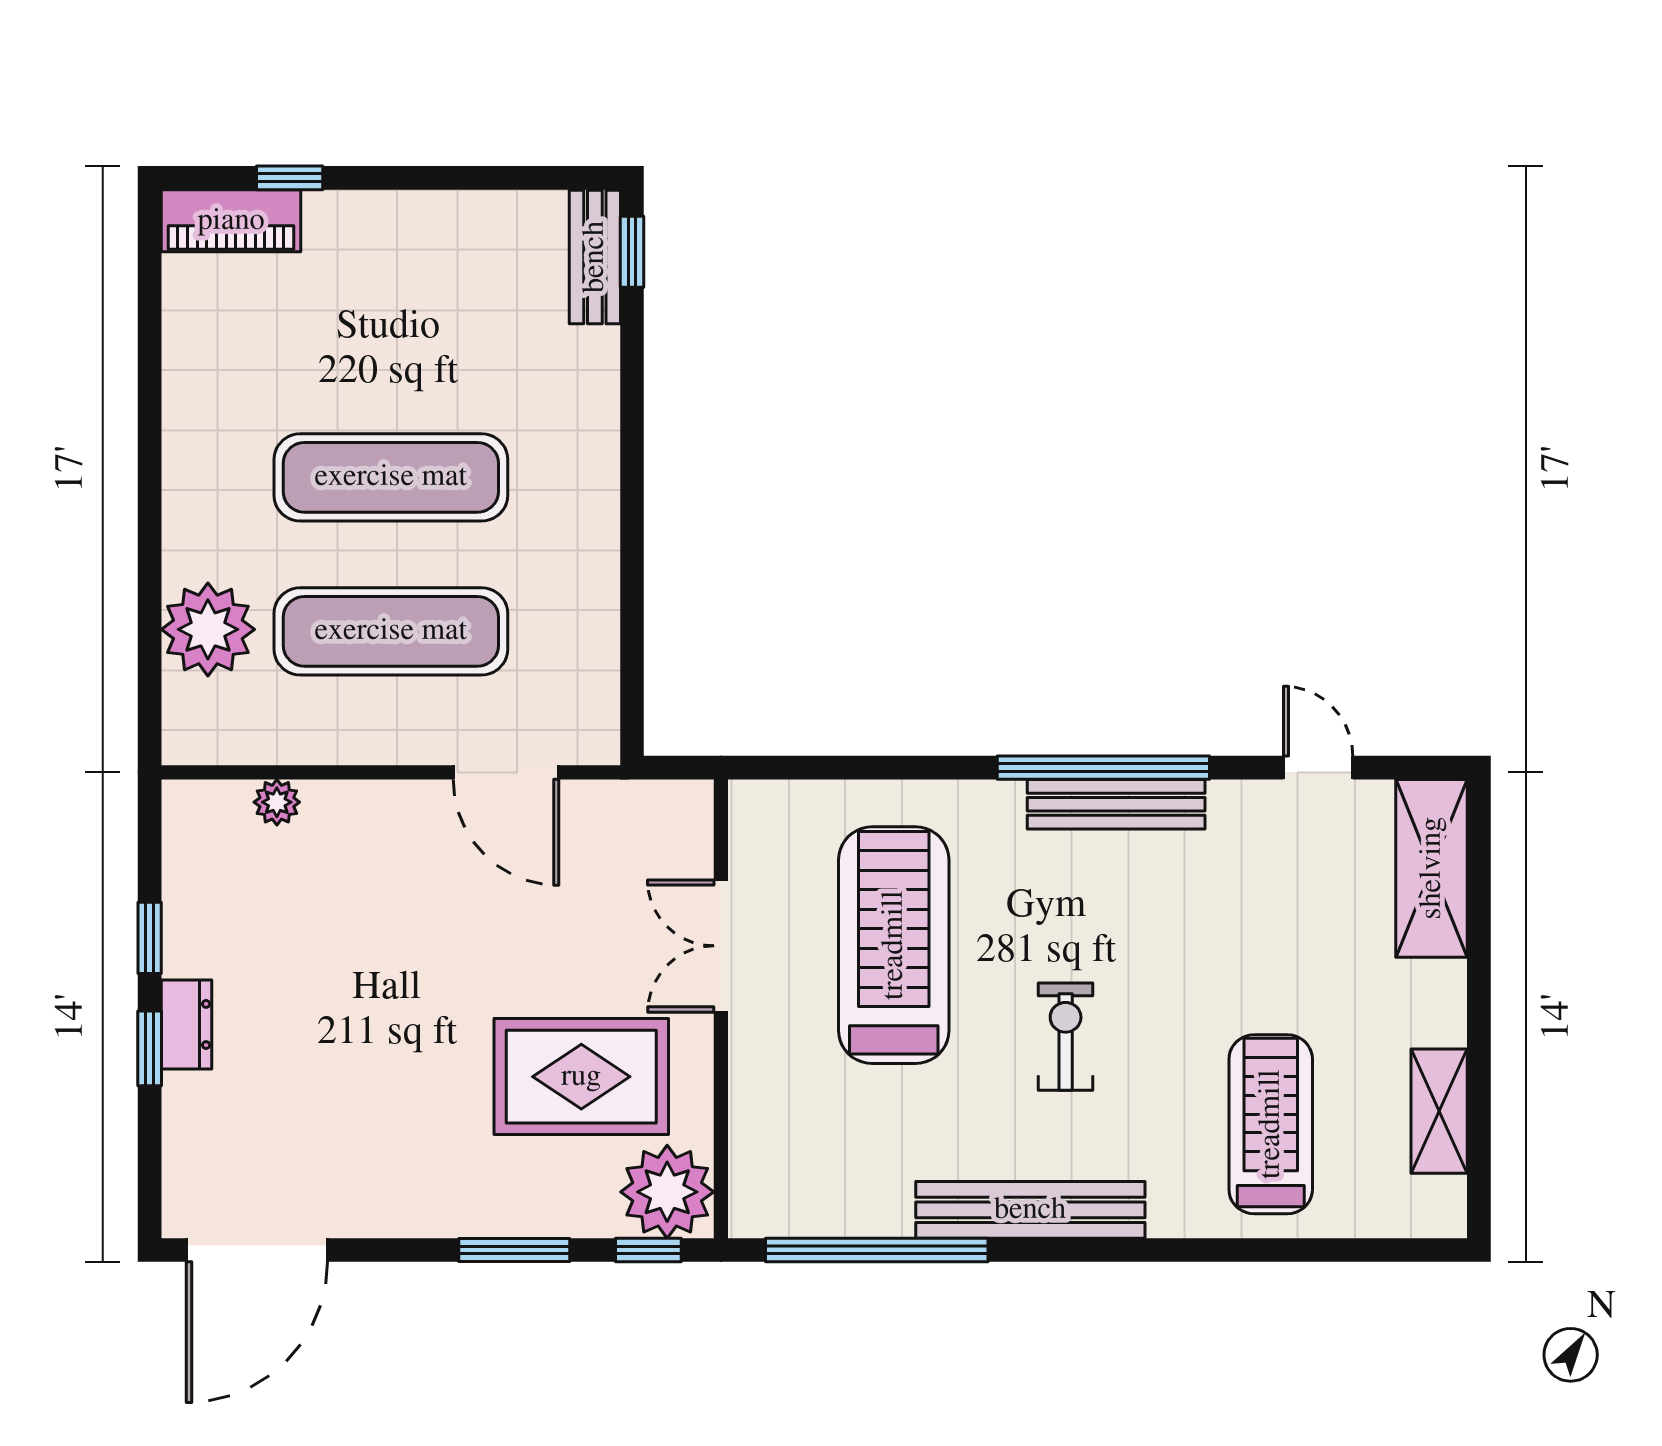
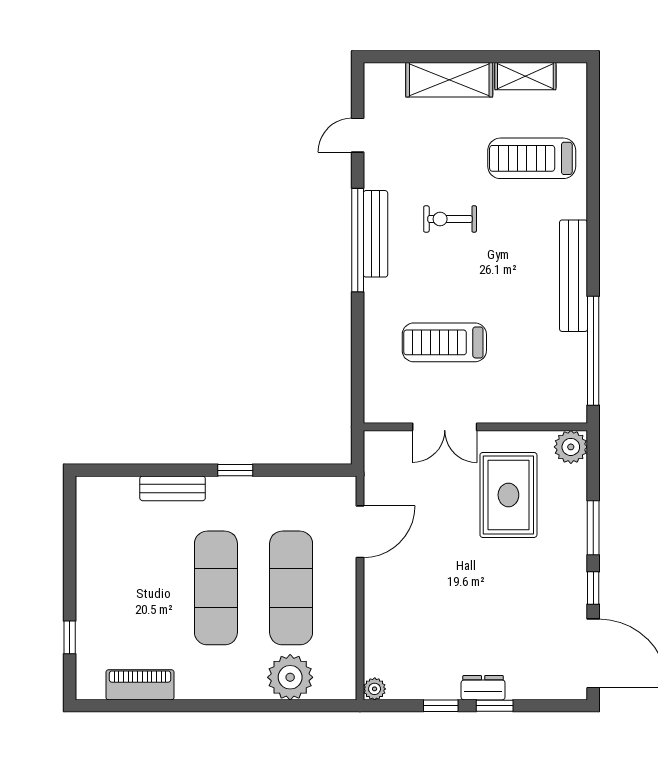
piano: (231, 221) -> (140, 685), moved, turned -90
window: (632, 252) -> (235, 470), moved
bench: (595, 257) -> (173, 488), moved
plant: (277, 802) -> (375, 689), moved
shelving: (1432, 868) -> (449, 80), moved
treadmill: (894, 945) -> (444, 342), width x0.73, depth x0.73
exercise bike: (1066, 1037) -> (450, 219), moved
plant: (667, 1192) -> (571, 447), width x0.73, depth x0.73
window: (648, 1250) -> (593, 588), moved

